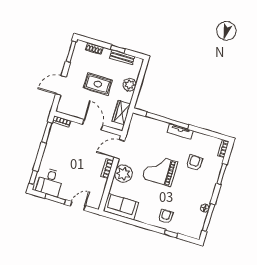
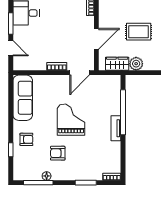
rug: (98, 84) -> (139, 32), turned 90
plant: (130, 85) -> (136, 64), moved
door: (119, 149) -> (80, 73), swing flipped
armchair: (194, 163) -> (58, 153), moved, turned 180
plant: (123, 174) -> (57, 84), removed
sofa: (121, 207) -> (23, 98), width x1.36

